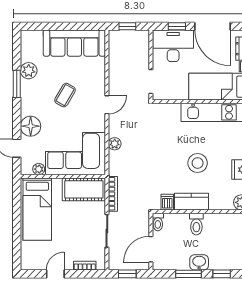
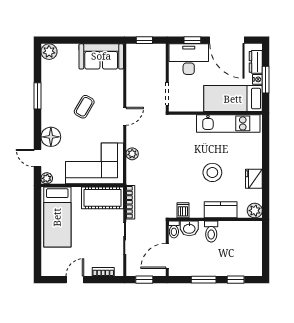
sofa: (74, 43) -> (101, 56), width x0.73
plant: (29, 71) -> (49, 52), moved
plant: (39, 169) -> (47, 178), moved
kitchen counter: (191, 202) -> (221, 210), moved
washbasin: (199, 262) -> (189, 228), moved, turned 180

